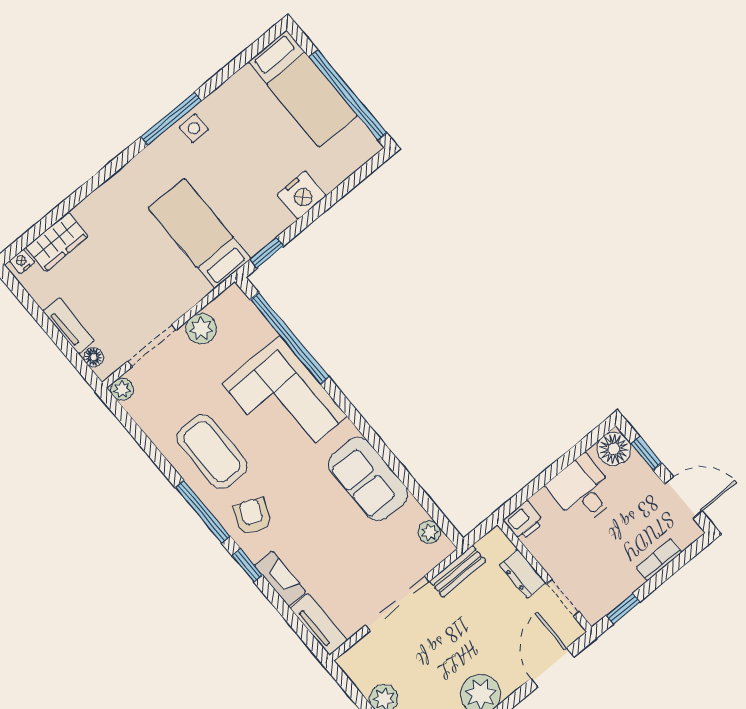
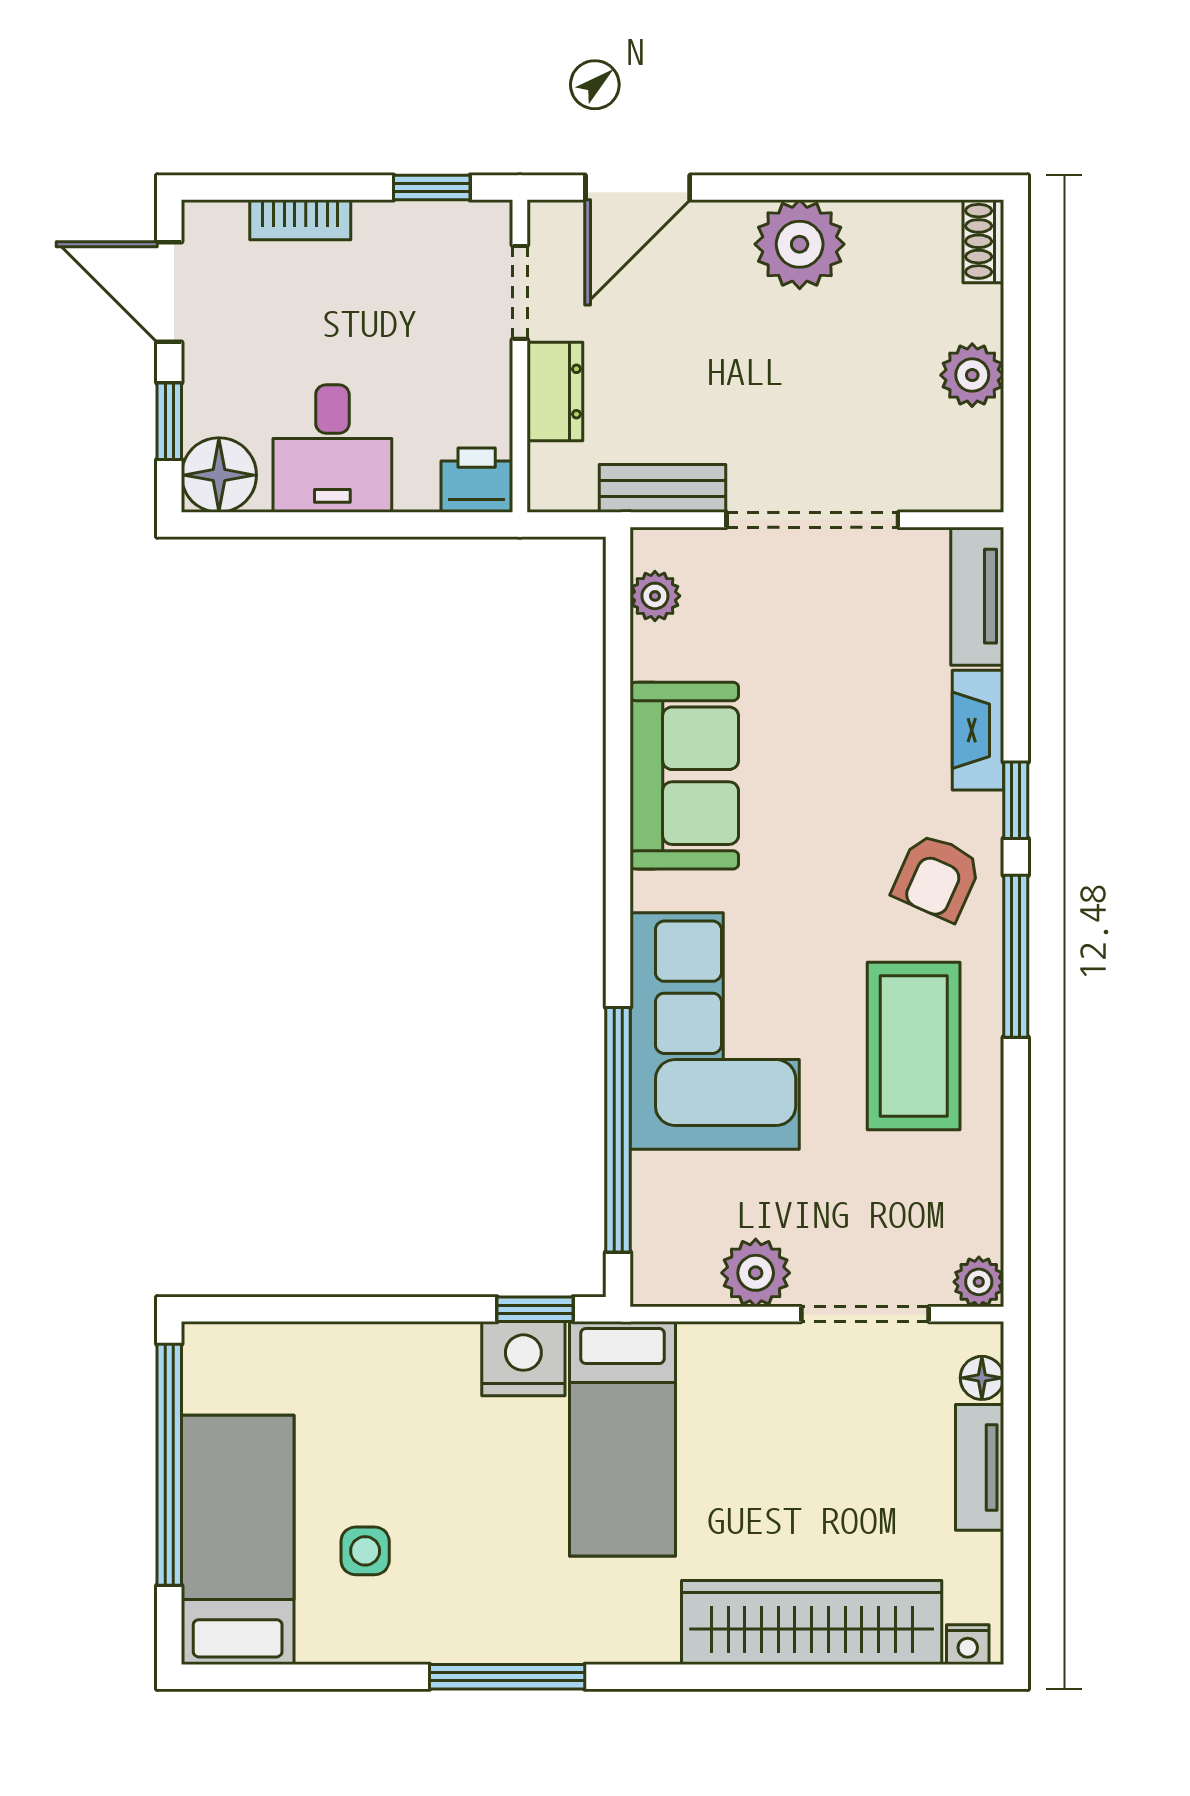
side table: (194, 128) -> (365, 1551), moved
nightstand: (301, 195) -> (523, 1359), moved
wardrobe: (57, 242) -> (812, 1622), width x2.10, depth x1.17

